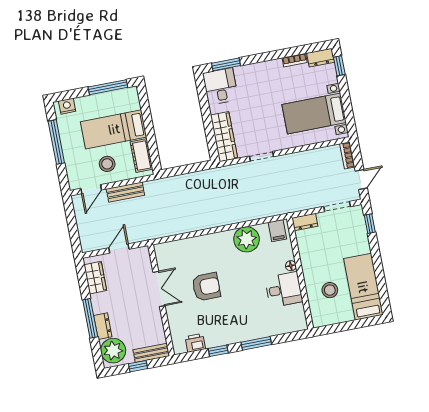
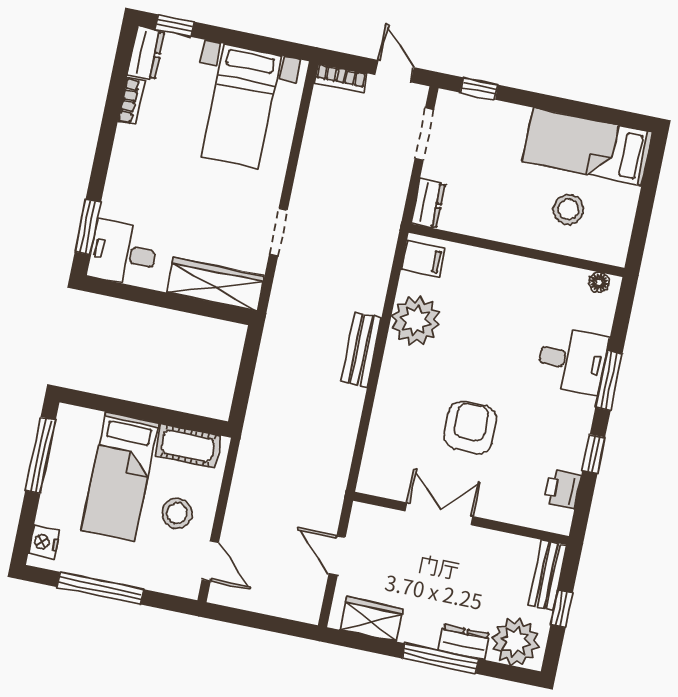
bench: (125, 192) -> (361, 350), moved
floor lamp: (291, 266) -> (599, 282), moved
desk: (284, 290) -> (572, 360), moved, turned 90

